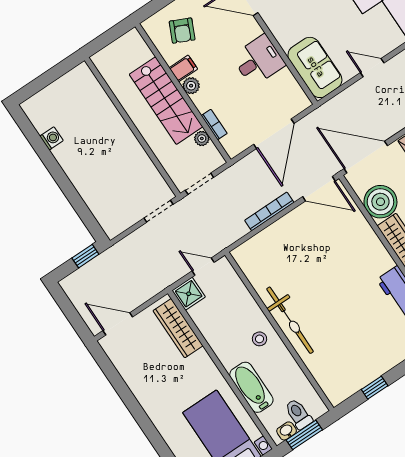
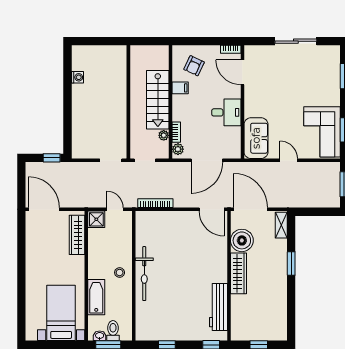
plant: (191, 86) -> (178, 149), moved
bookcase: (269, 211) -> (155, 203), moved
door: (118, 324) -> (44, 209), width x1.36

